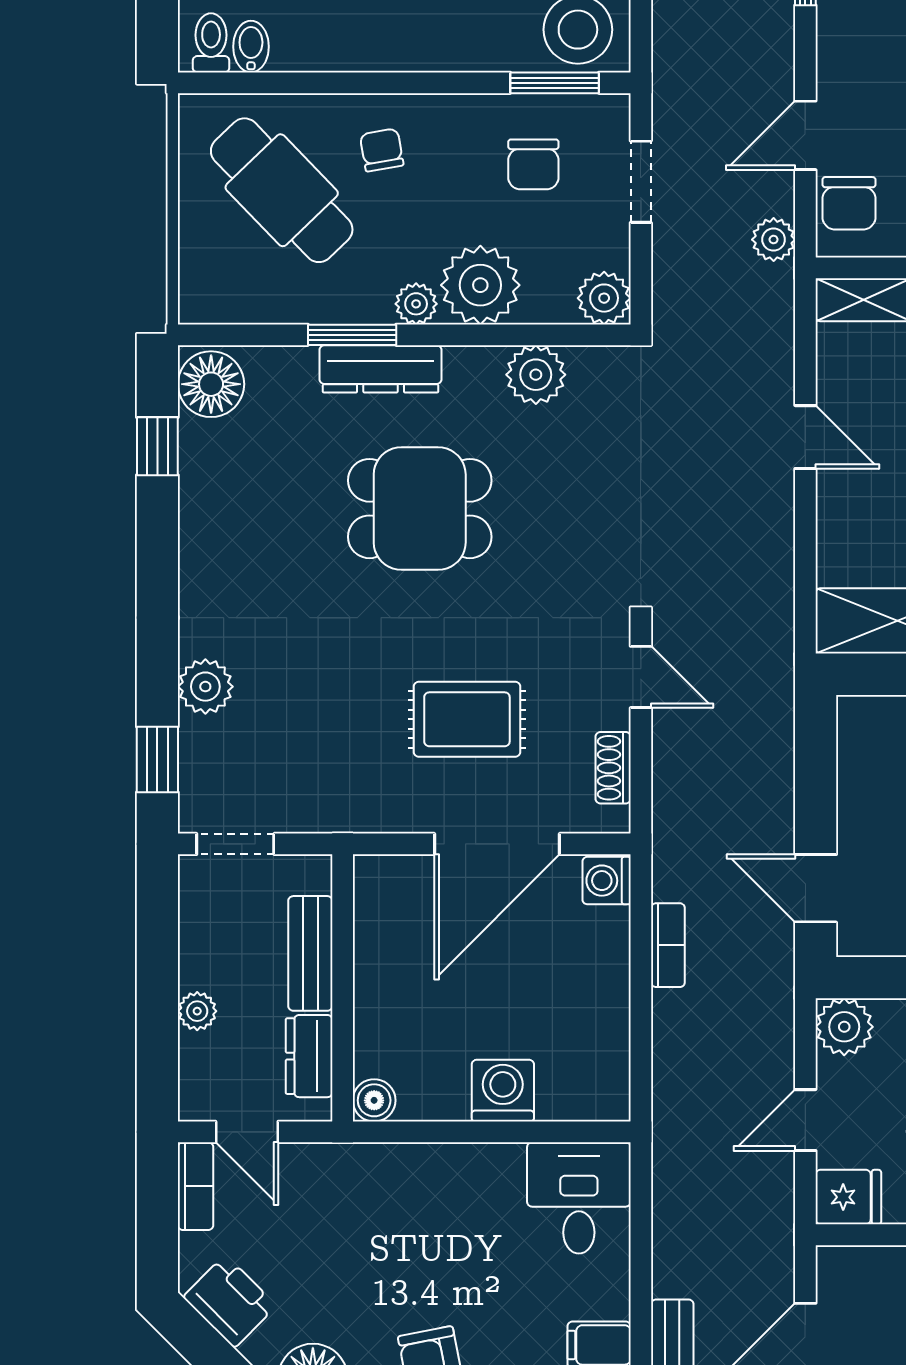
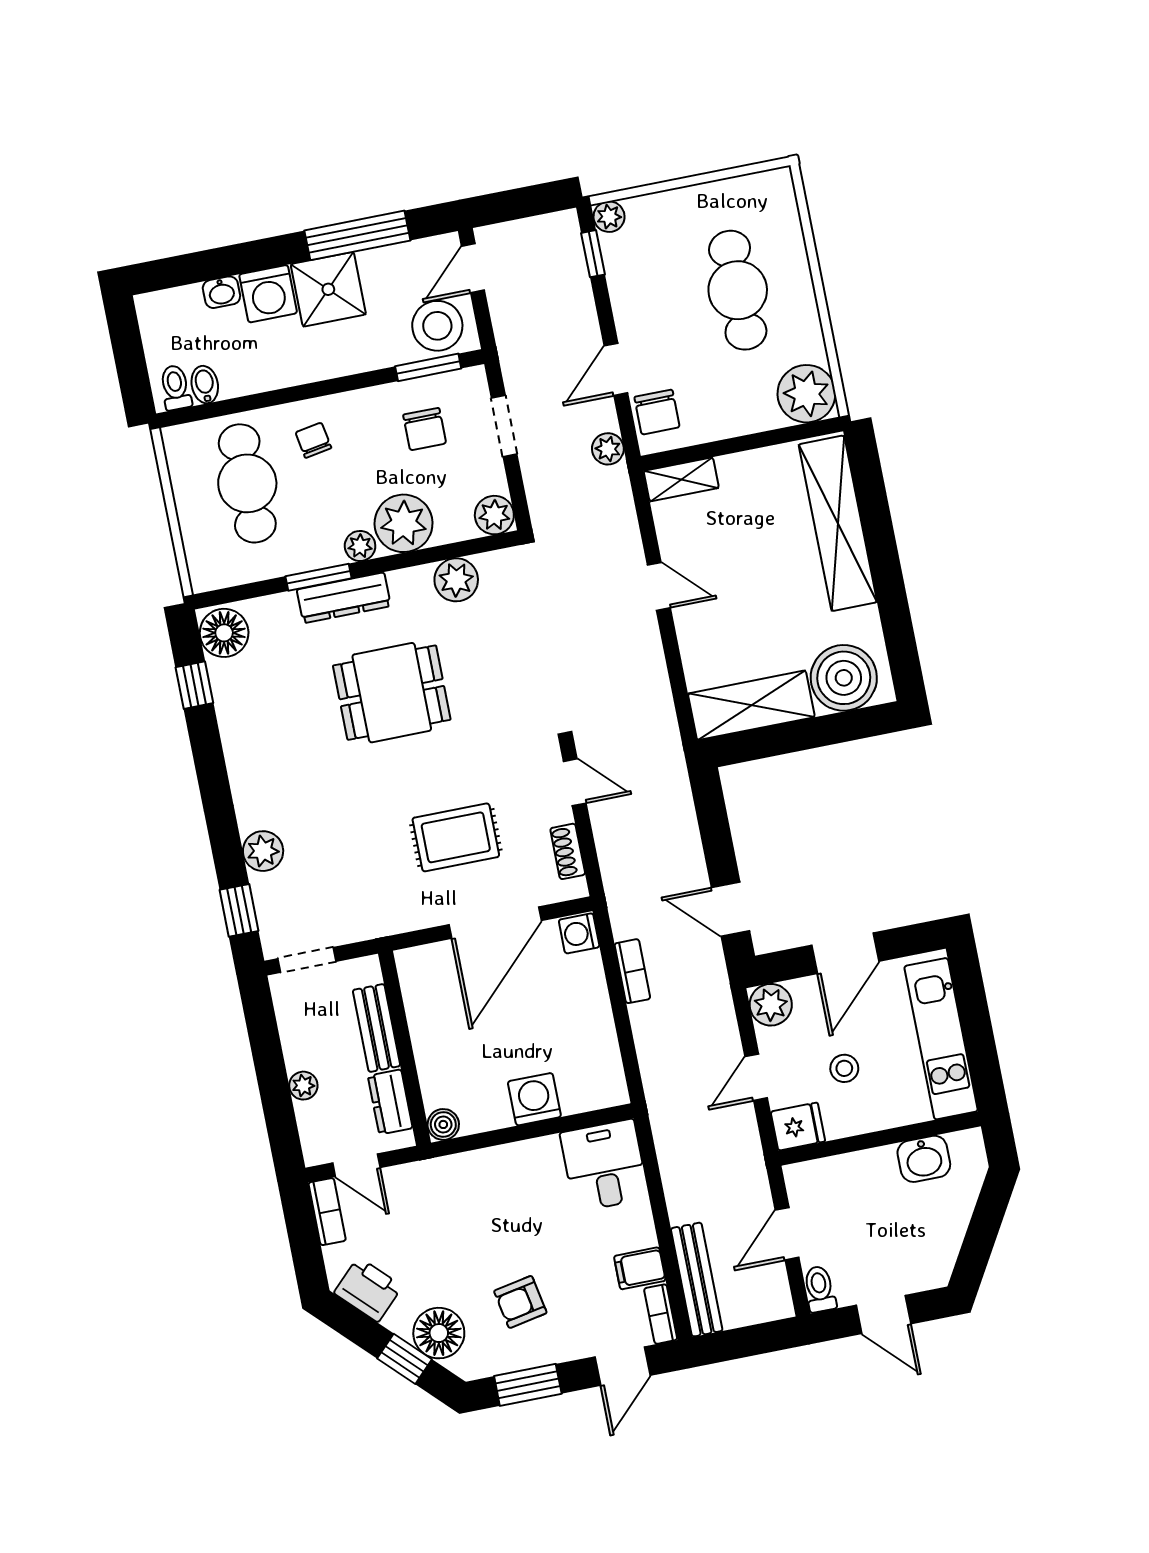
cafe table: (282, 190) -> (247, 483), turned 44

